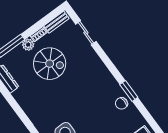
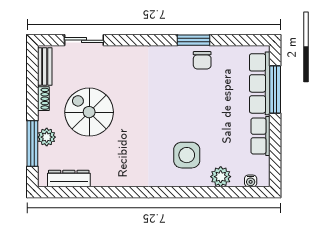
plant: (28, 45) -> (47, 137), moved
spiral stairs: (50, 64) -> (89, 112), turned -90

